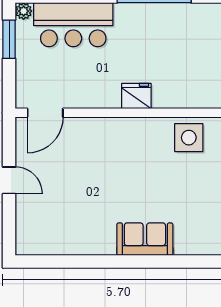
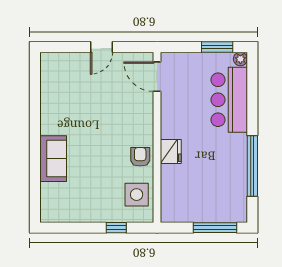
armchair: (143, 133) -> (140, 157), added

